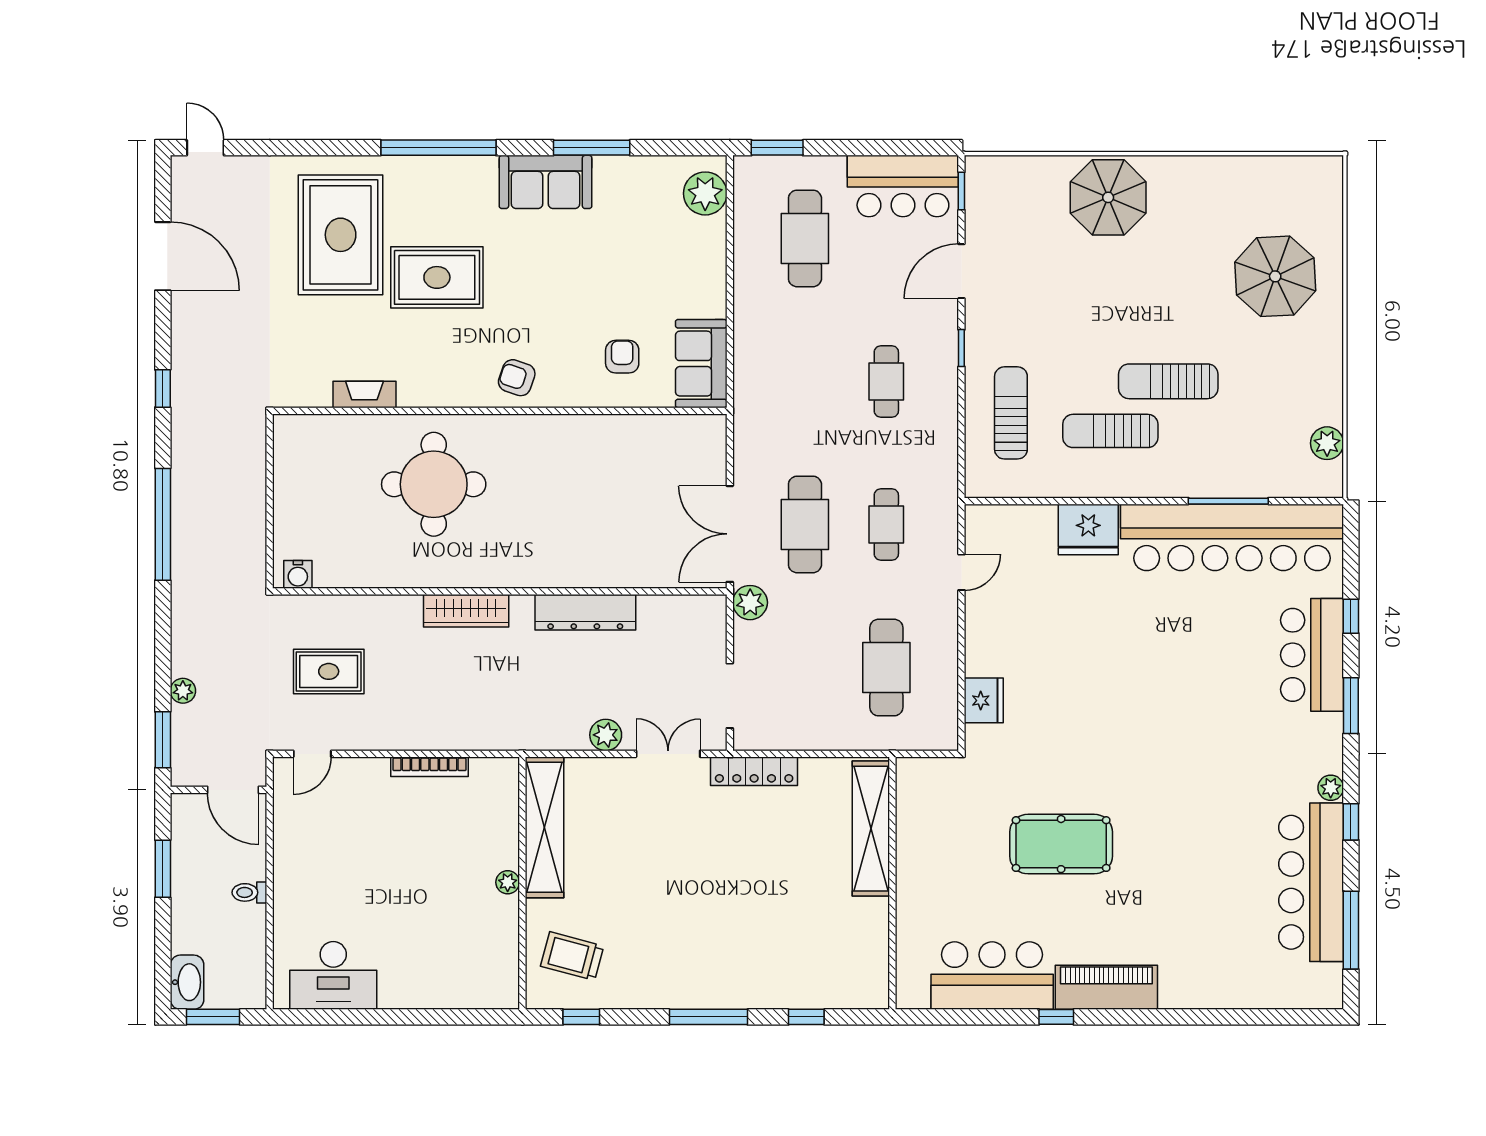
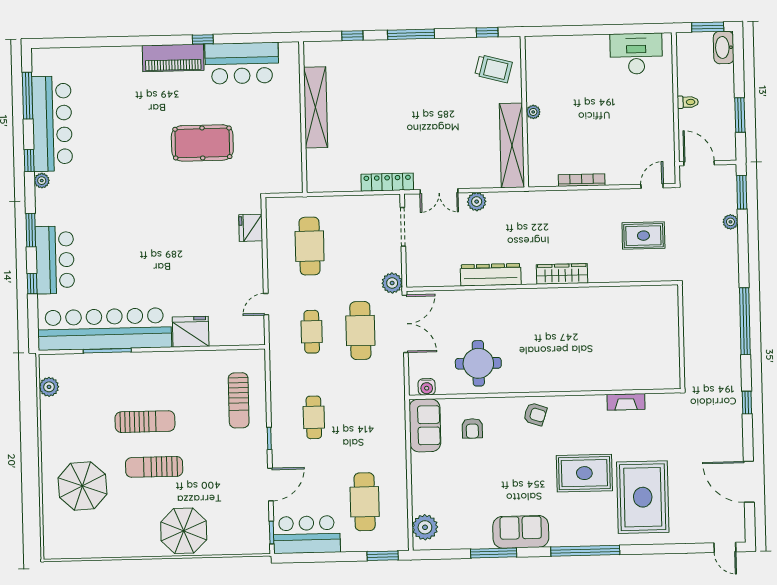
sun lounger: (1110, 431) -> (154, 467), moved, turned 180
round table: (434, 484) -> (478, 363), moved, width x0.73, depth x0.73
water cooler: (298, 574) -> (427, 387), moved, turned 180
shelving: (871, 829) -> (315, 107), moved

